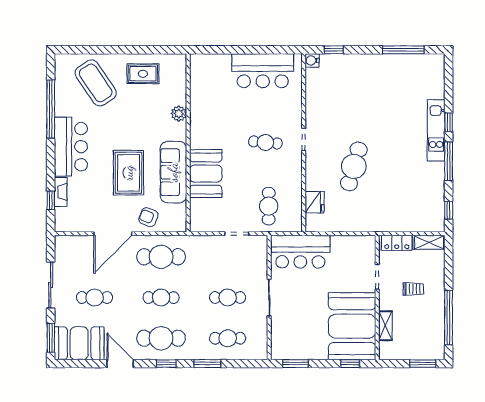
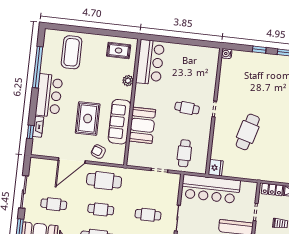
window: (334, 50) -> (259, 50), moved
bar counter: (263, 71) -> (150, 62), moved, turned -90
rug: (143, 74) -> (119, 50), moved
coffee table: (96, 83) -> (72, 52), turned 34
fridge: (315, 202) -> (216, 168), moved
bar counter: (300, 252) -> (211, 189), width x1.36

